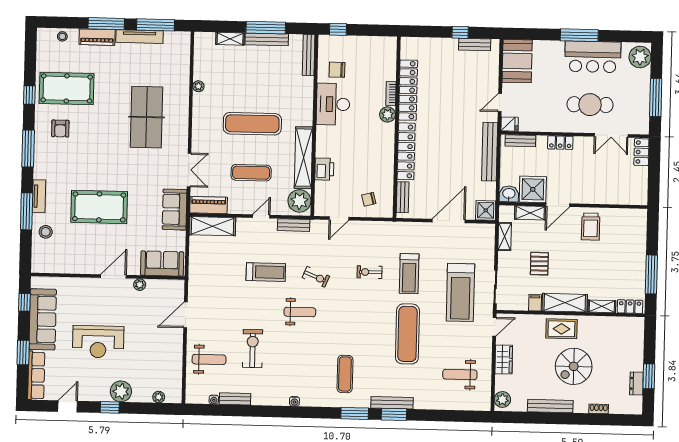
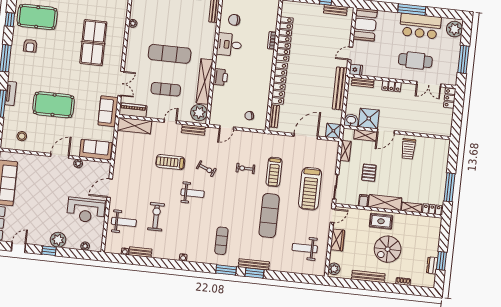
desk: (333, 104) -> (229, 45), width x0.73
plant: (387, 114) -> (268, 55), removed
printer: (324, 169) -> (220, 77), moved
stool: (46, 232) -> (22, 136), moved
treadmill: (266, 272) -> (170, 162), turned 180
reception desk: (98, 342) -> (86, 210), moved

